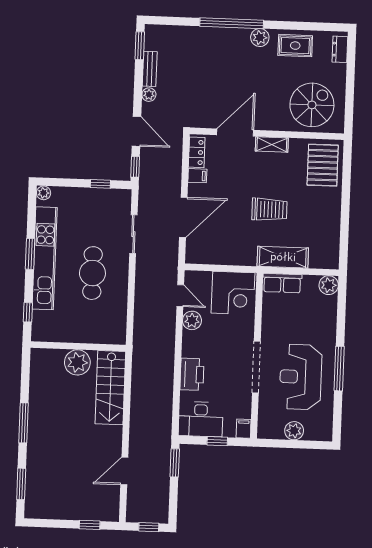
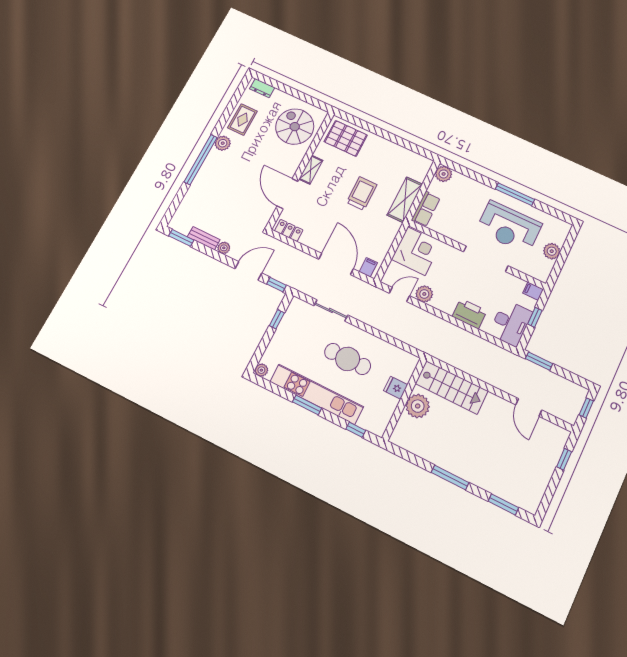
filing cabinet: (197, 176) -> (368, 267), moved
fridge: (86, 333) -> (396, 388), added

